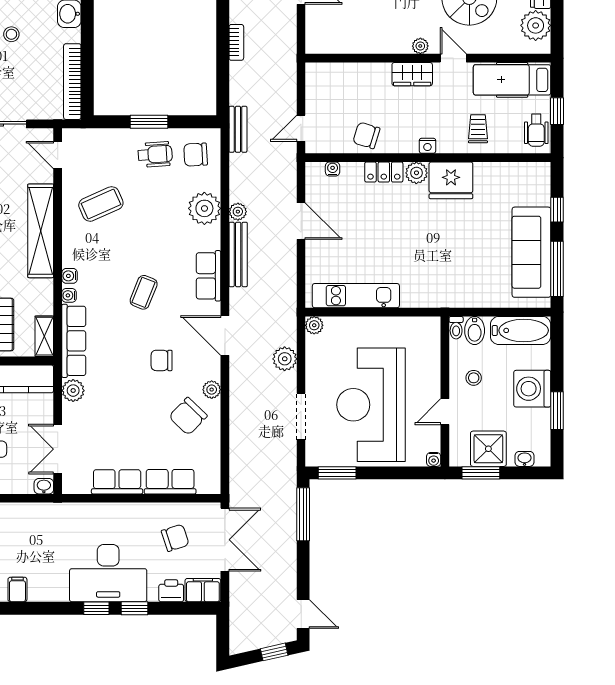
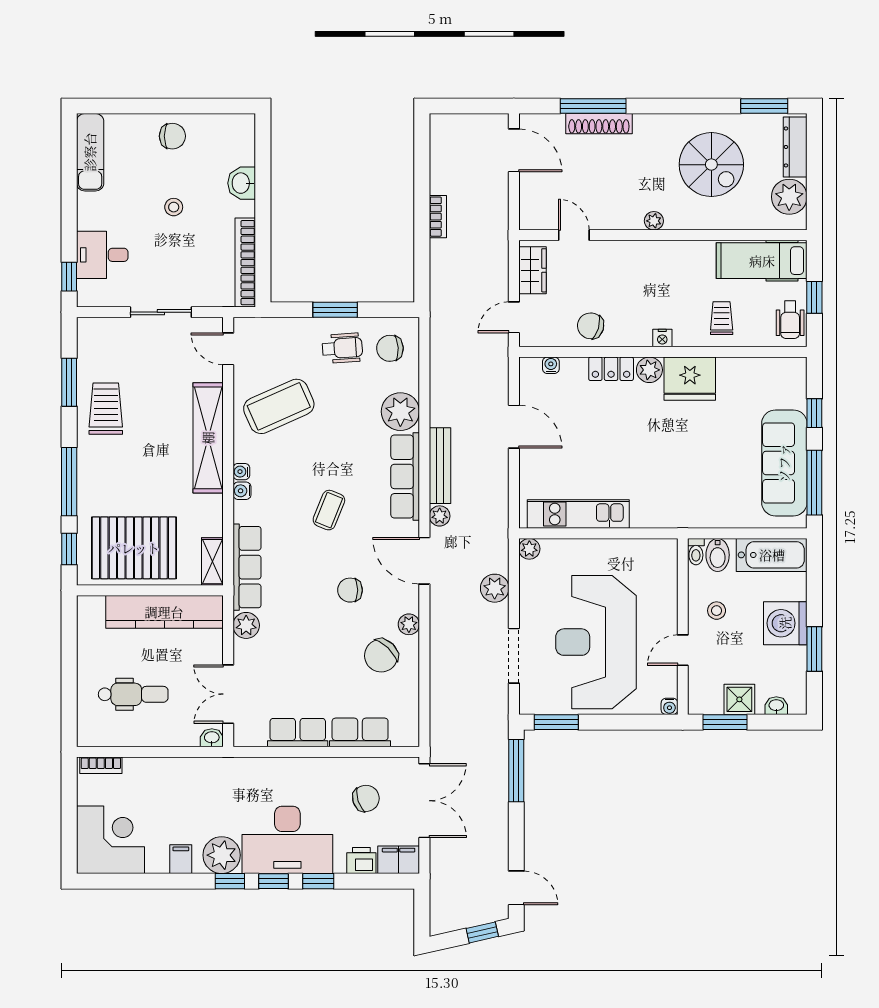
door: (453, 58) -> (574, 235), moved
wardrobe: (412, 74) -> (532, 270), moved, turned -90
bench: (238, 129) -> (440, 319), removed
coffee table: (101, 204) -> (279, 406), width x1.36, depth x1.32
plant: (238, 212) -> (440, 516), moved
row of seats: (209, 276) -> (405, 476), width x1.48
water cooler: (69, 295) -> (241, 472), moved
shower: (488, 449) -> (739, 699), width x0.73, depth x0.73
plant: (52, 586) -> (222, 855), added
window: (59, 608) -> (230, 881), added

